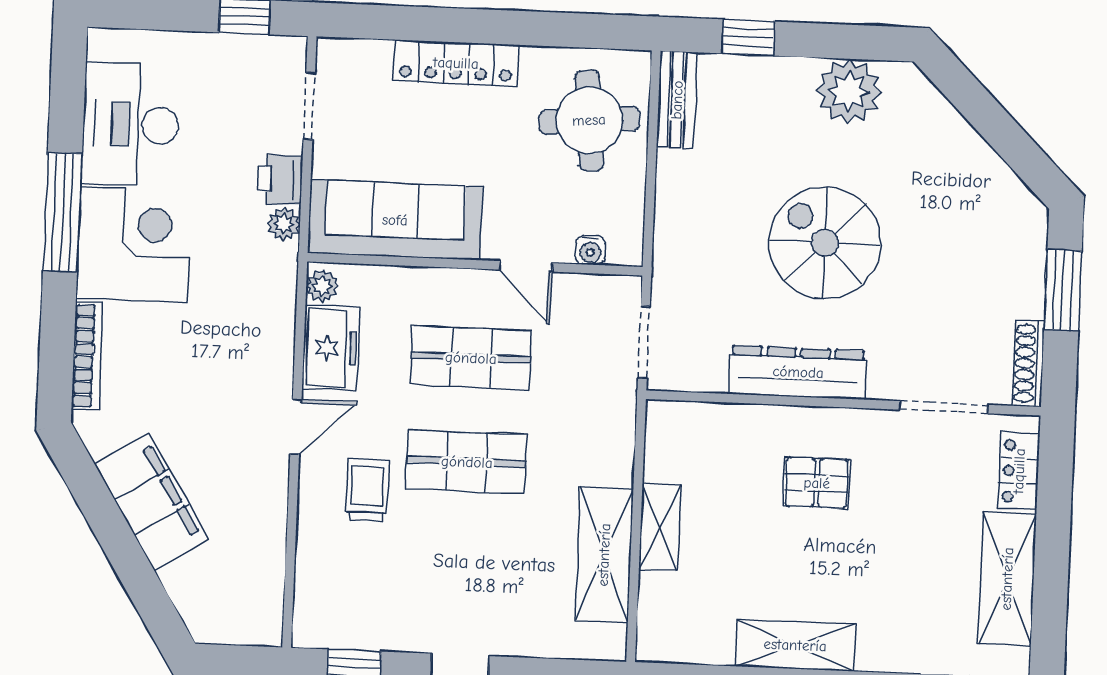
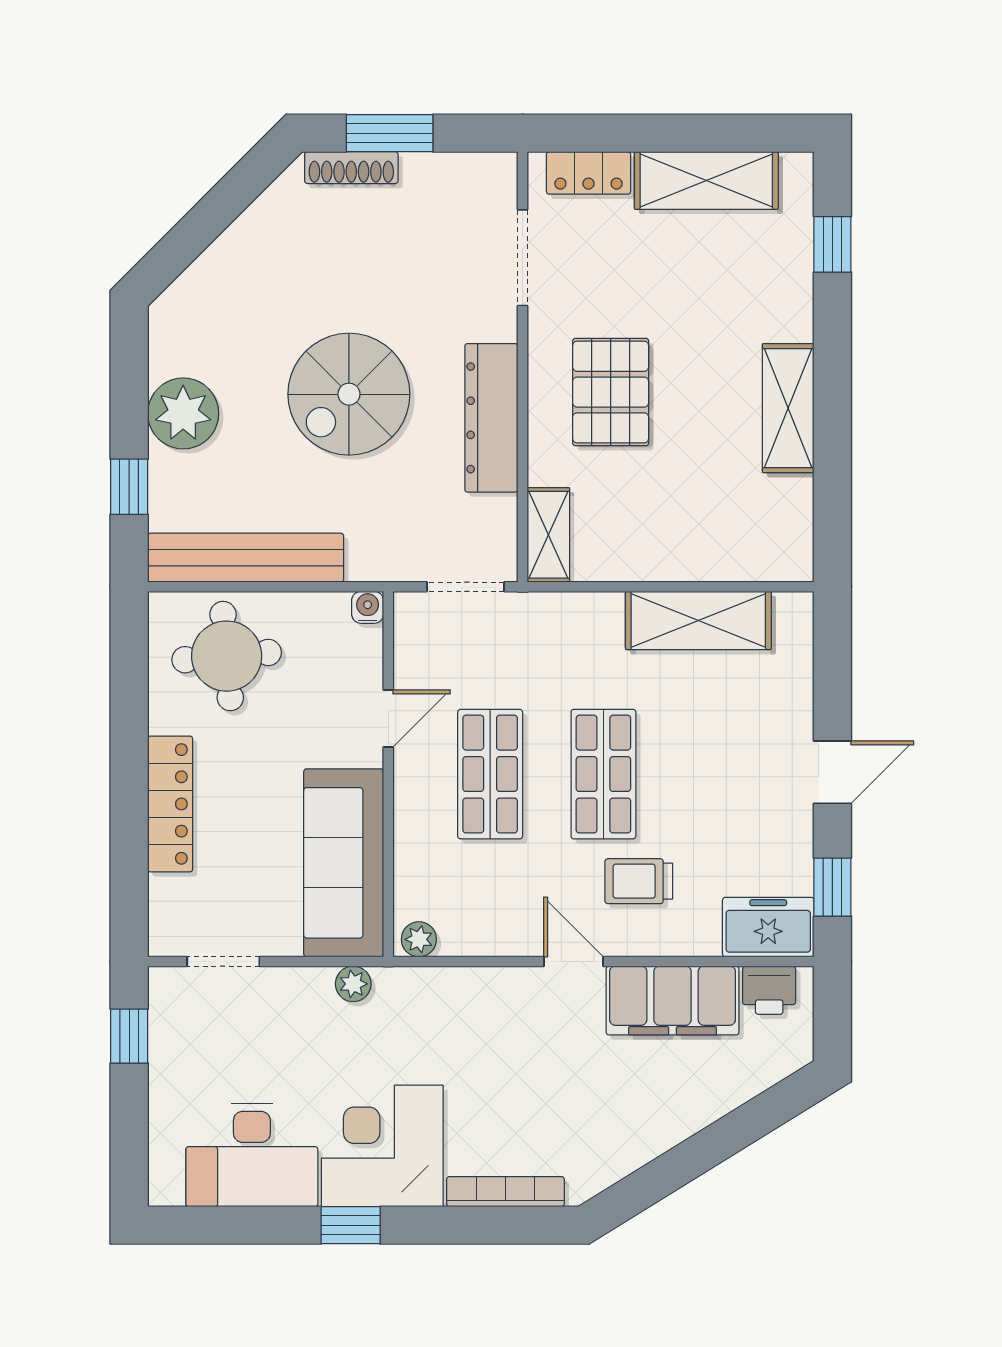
plant: (849, 91) -> (183, 413), moved
bench: (677, 100) -> (246, 558), width x1.86, depth x1.21
printer: (280, 180) -> (769, 990), moved
window: (62, 212) -> (351, 1225), width x0.46
water cooler: (590, 250) -> (368, 607), moved, turned -90
freezer: (331, 348) -> (768, 927), moved
shoe rack: (1028, 363) -> (351, 168), moved
pallet: (817, 483) -> (611, 392), width x1.50, depth x1.42
filing cabinet: (152, 502) -> (673, 1001), moved, turned -148
shelving: (660, 527) -> (548, 535), moved, turned 90

